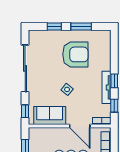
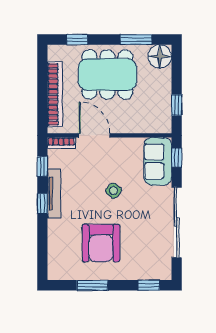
window: (54, 26) -> (149, 285), moved
armchair: (75, 54) -> (101, 243), turned -90
sofa: (50, 116) -> (158, 161), moved, turned 90

